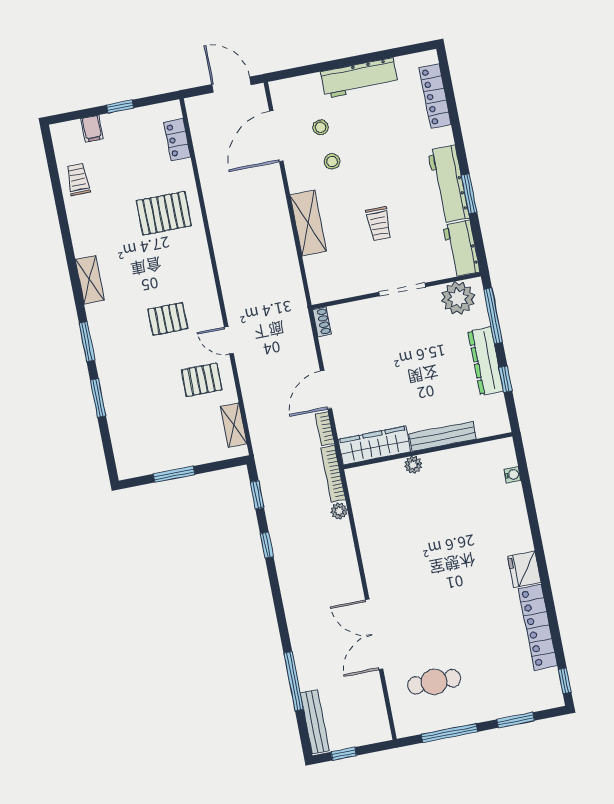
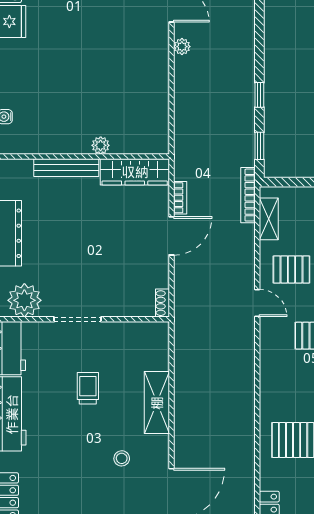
stool: (321, 127) -> (126, 494), removed
bookcase: (333, 474) -> (248, 195), moved, turned 180
plant: (339, 511) -> (182, 47), moved

